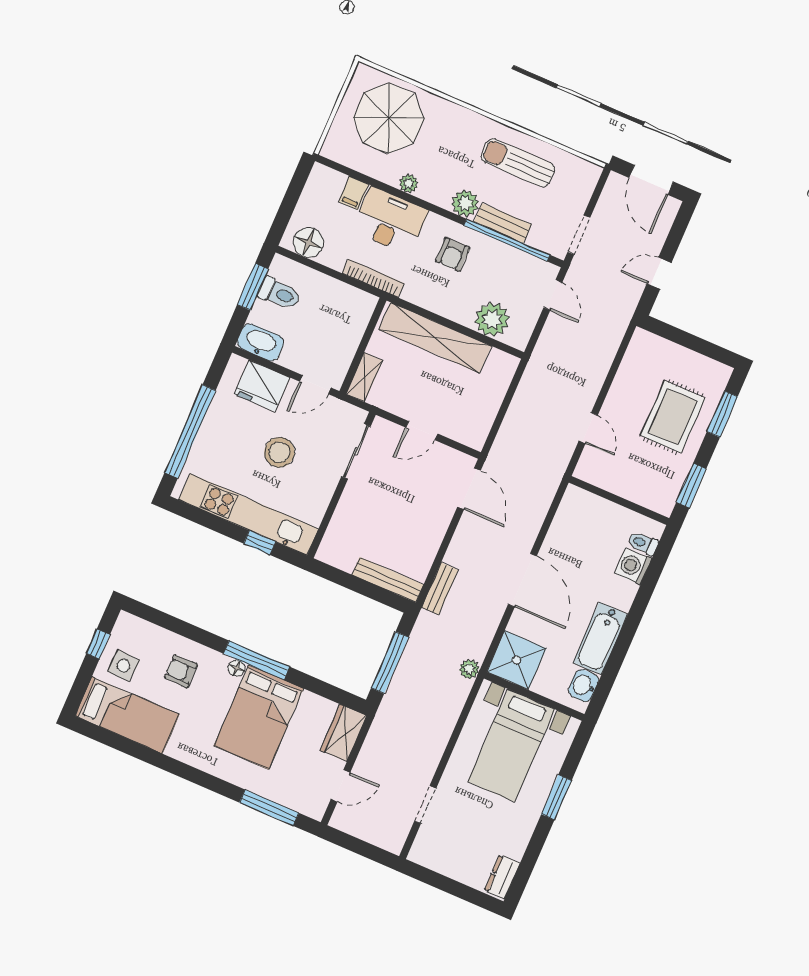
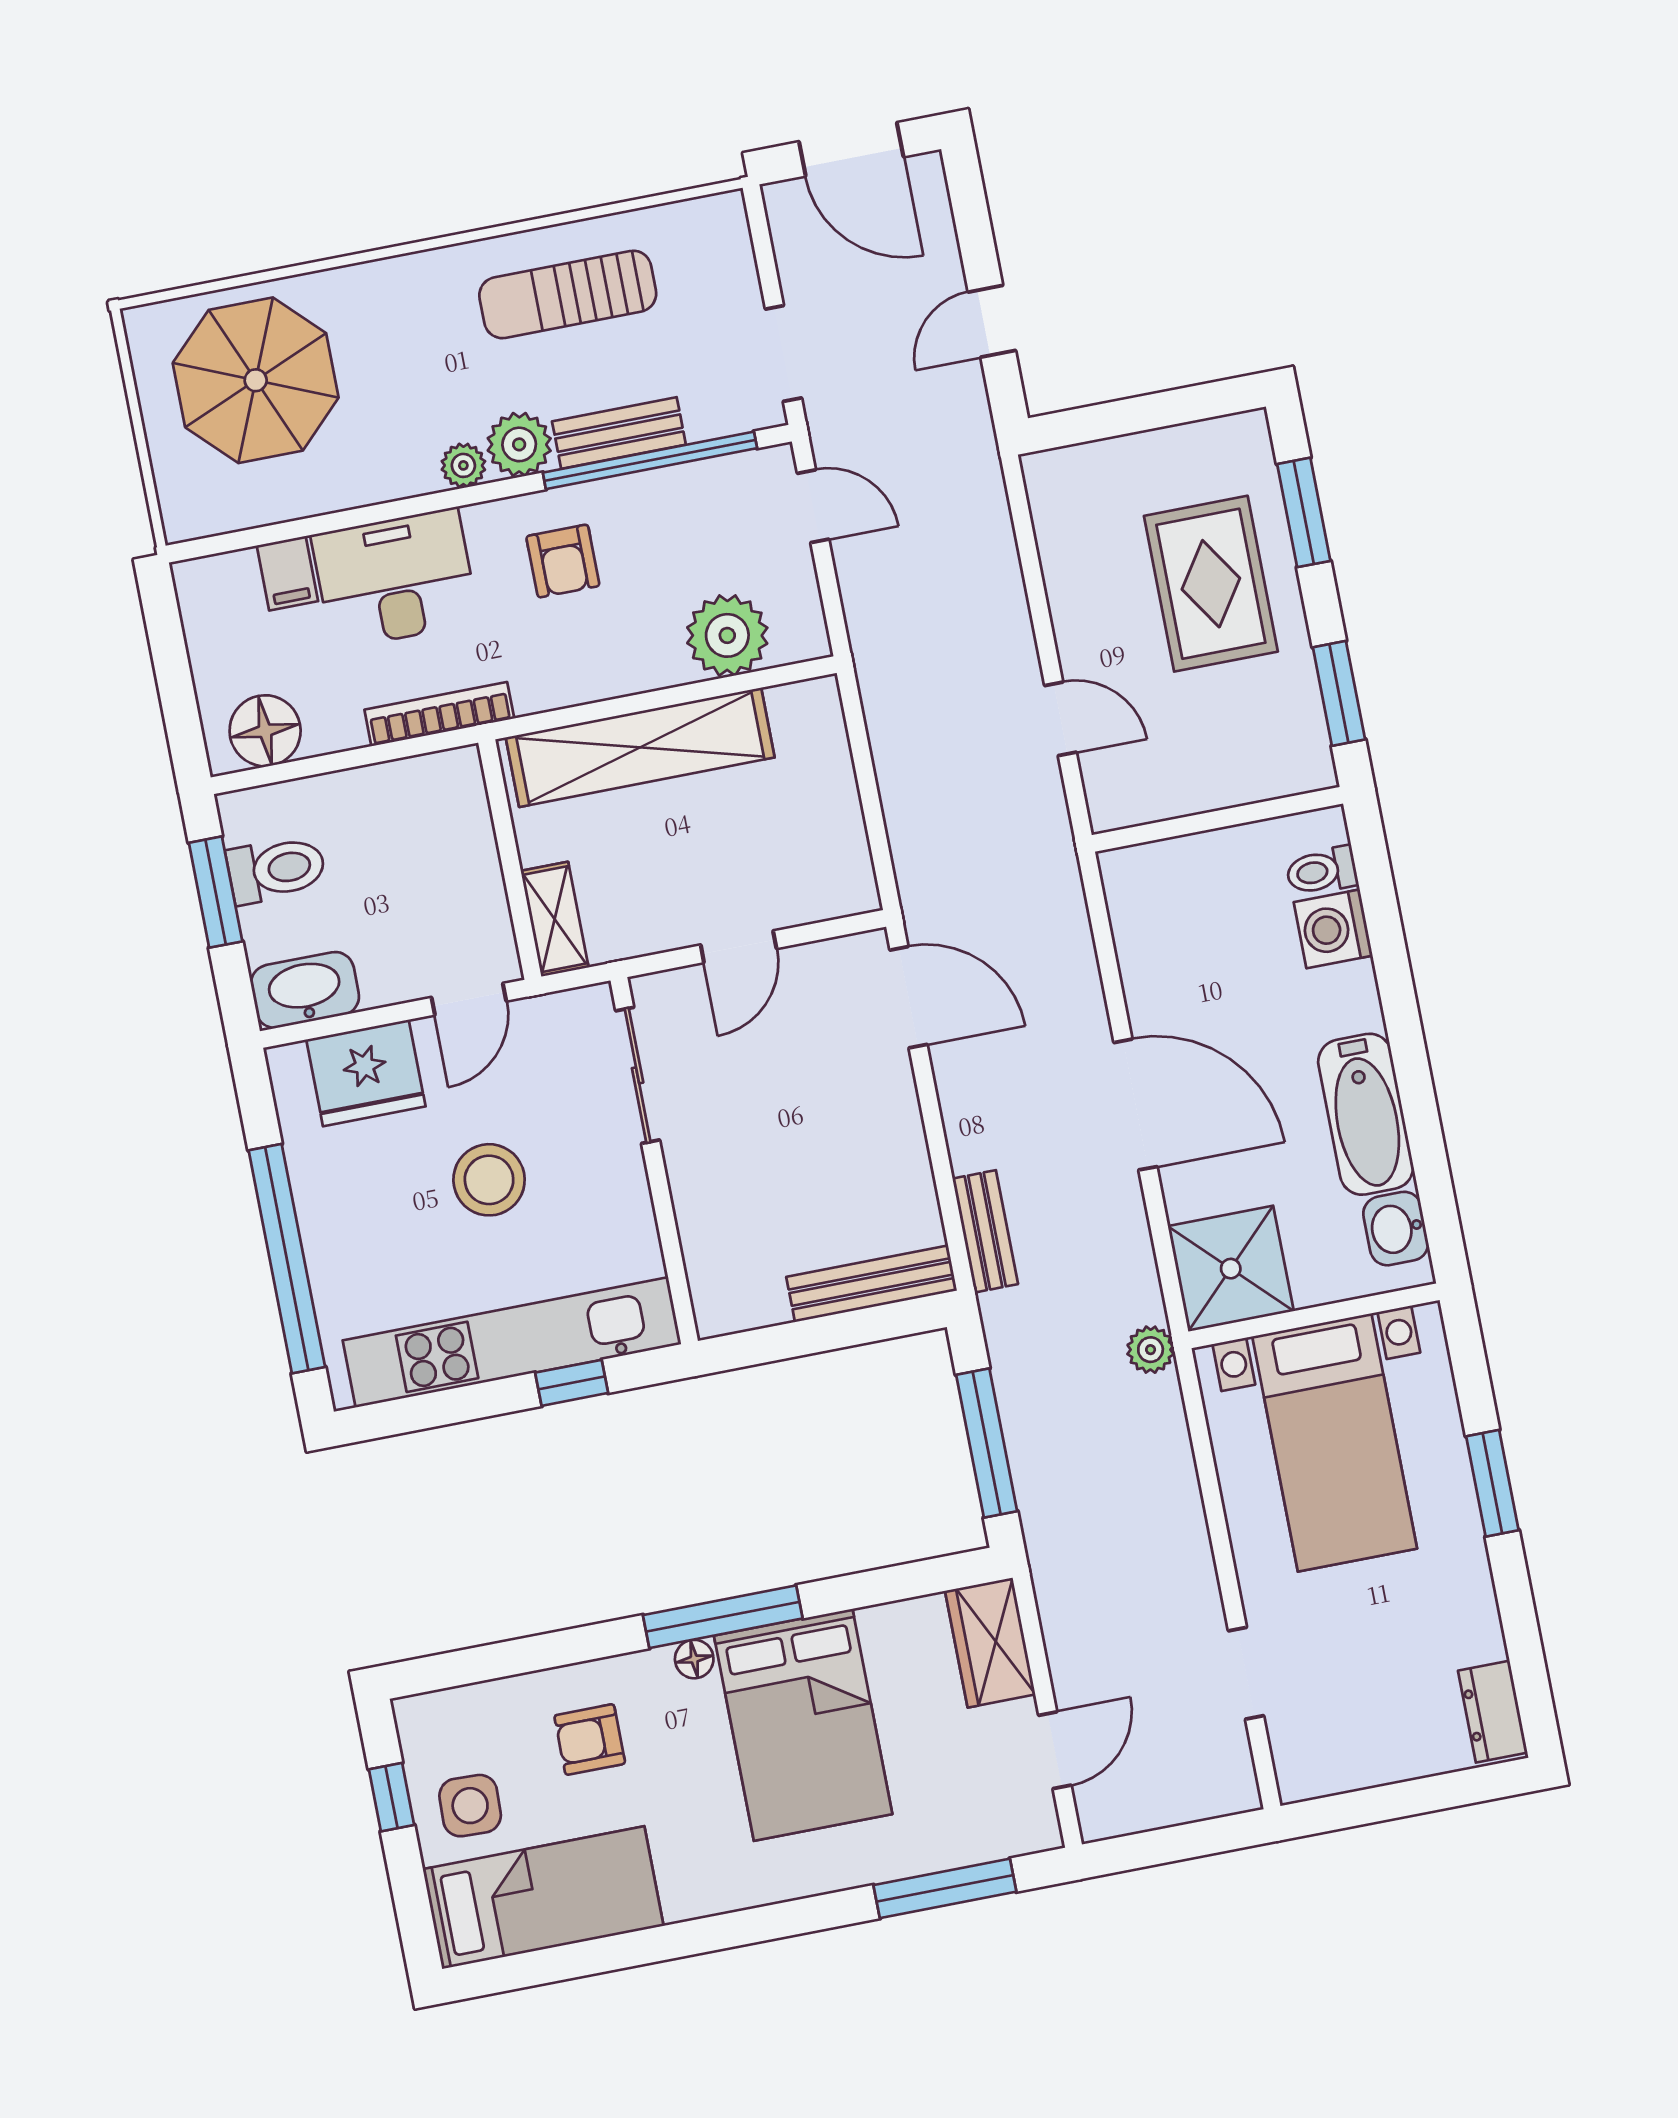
plant: (409, 184) -> (463, 465), moved

